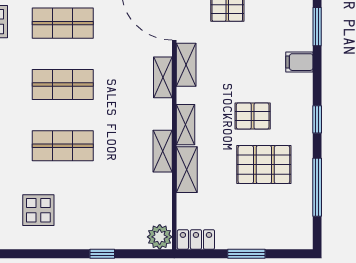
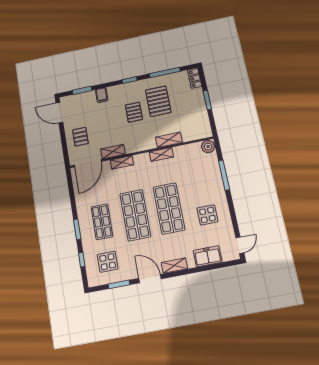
shop shelf: (63, 84) -> (135, 215), width x1.43, depth x1.36
shelving: (186, 125) -> (145, 145), removed
shop shelf: (63, 146) -> (169, 208), width x1.43, depth x1.36
locker: (196, 239) -> (195, 78), moved
window: (102, 254) -> (224, 175), width x2.17

